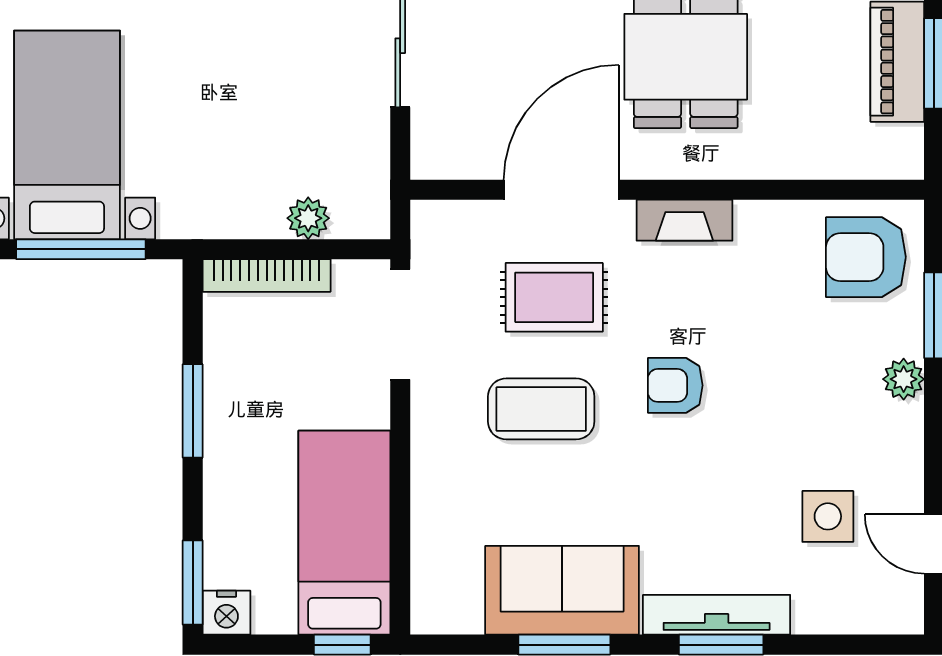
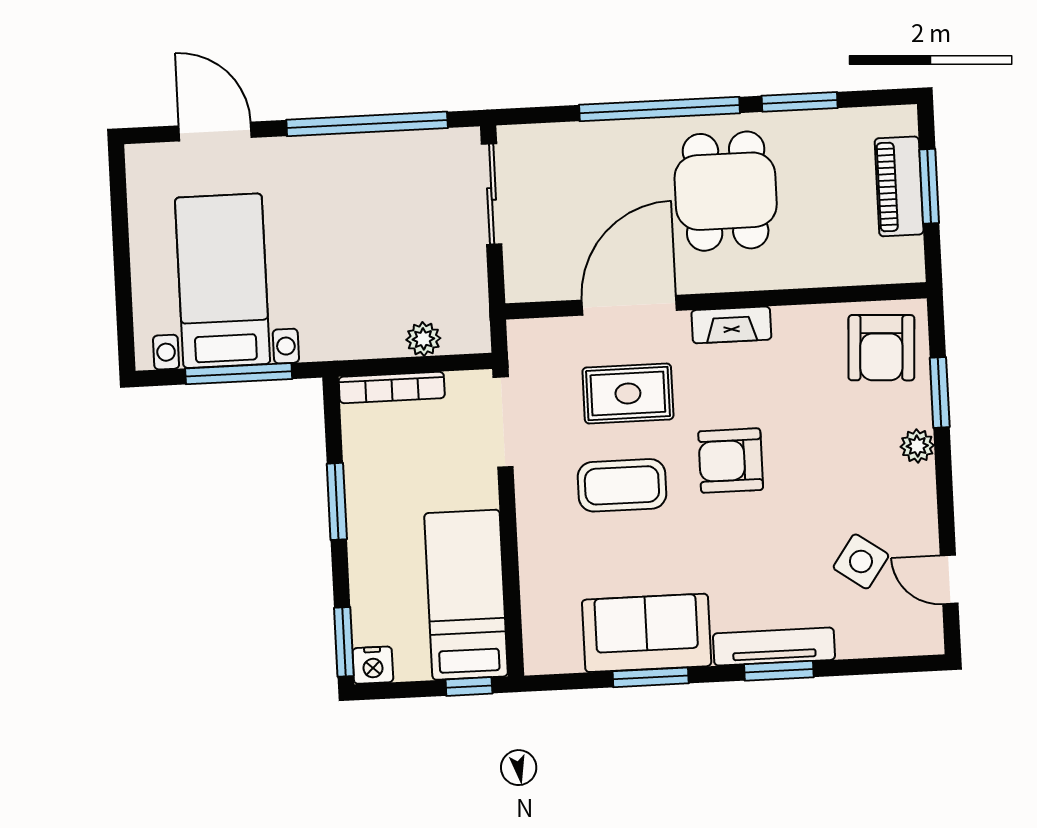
armchair: (866, 257) -> (881, 348), turned -87
armchair: (675, 385) -> (731, 461), width x1.38, depth x1.38
side table: (828, 516) -> (861, 561), turned 35

